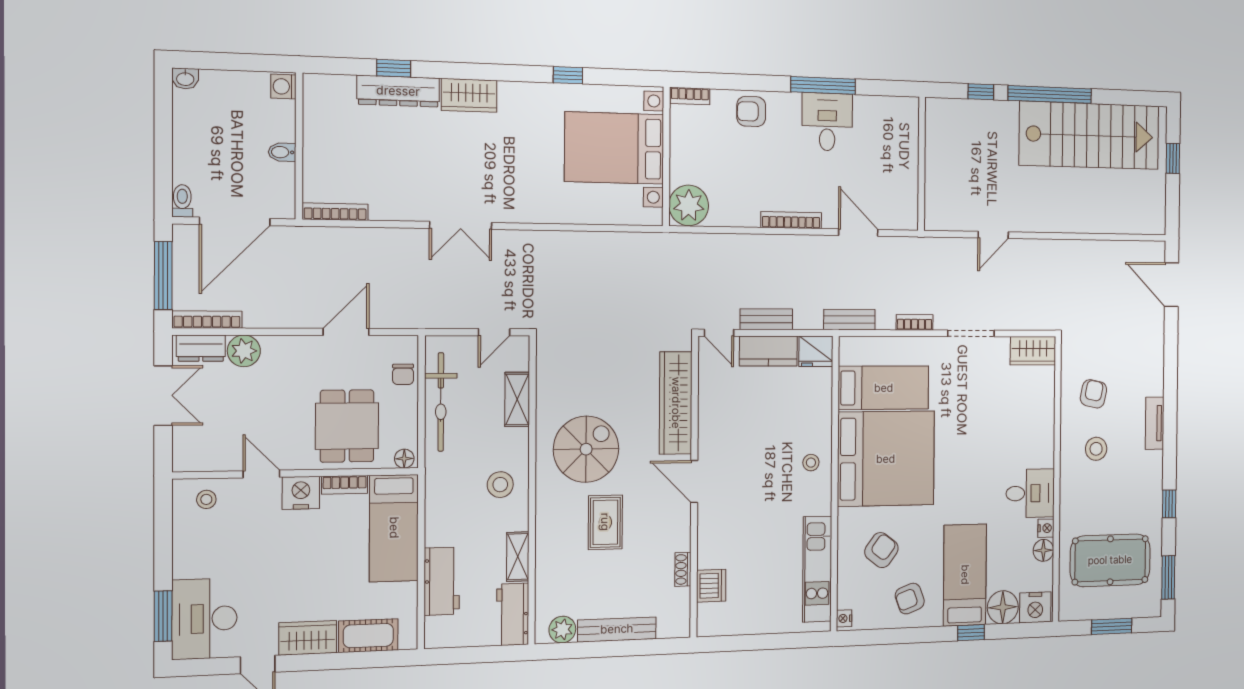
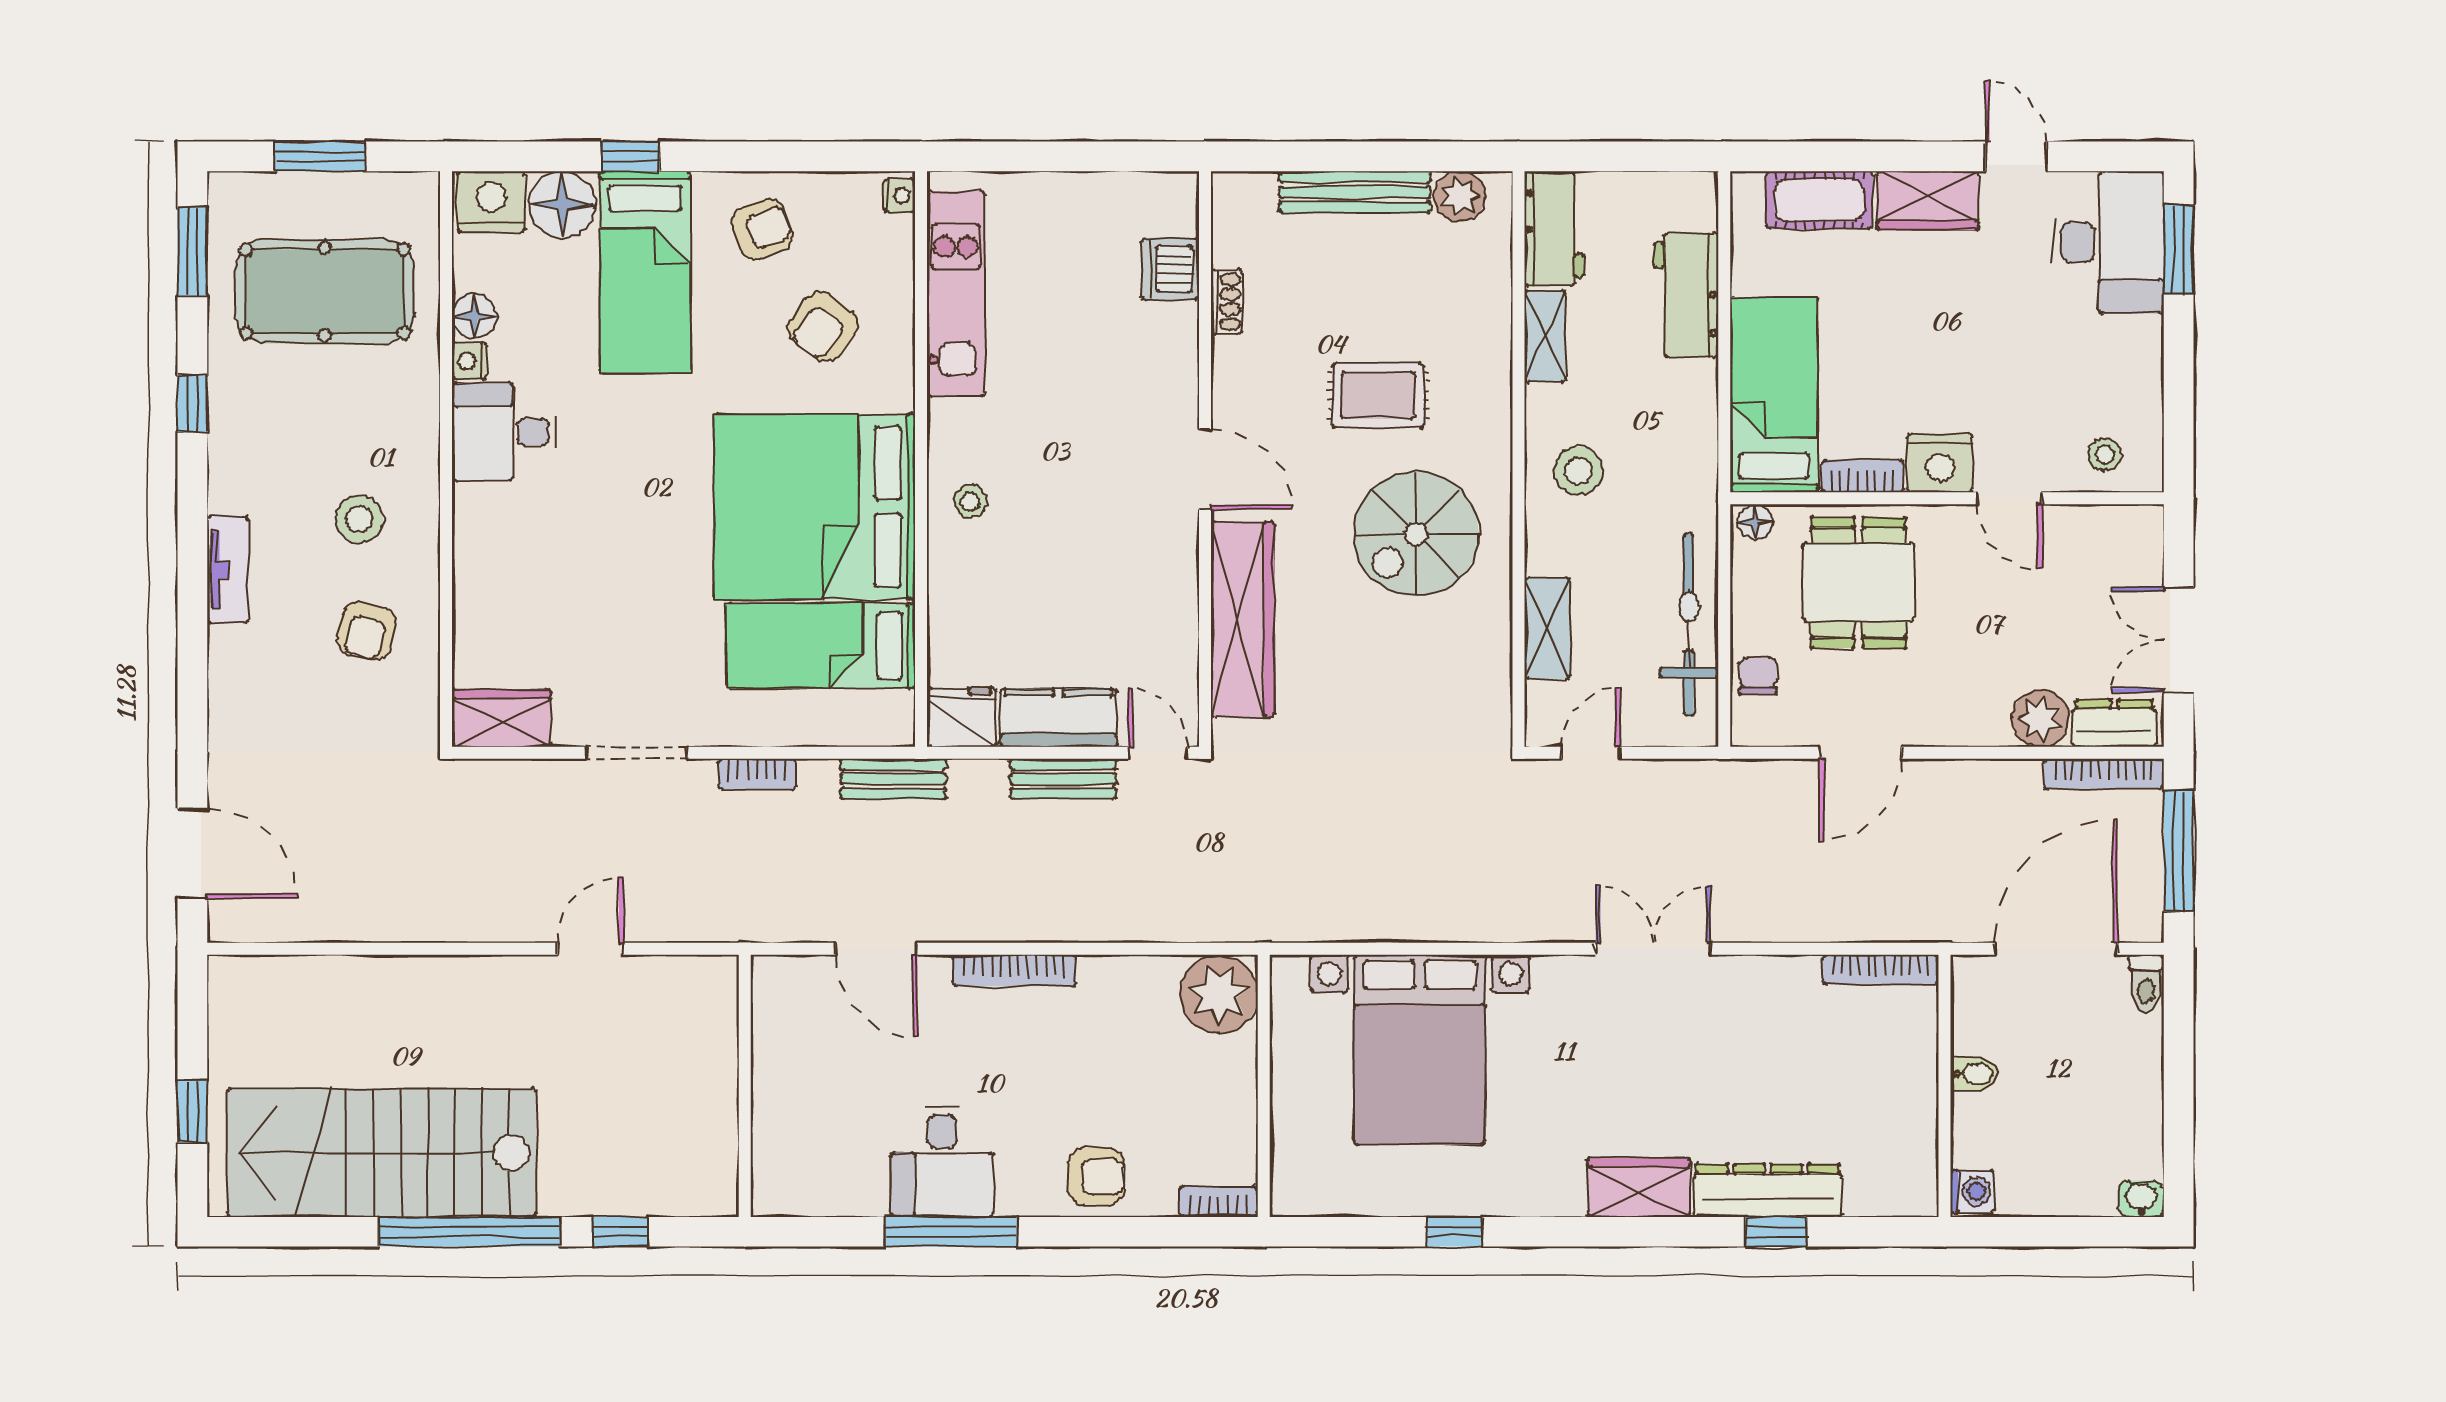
bed with nightstands: (614, 148) -> (1420, 1050), moved, turned 90
rug: (605, 522) -> (1378, 395), turned 90

